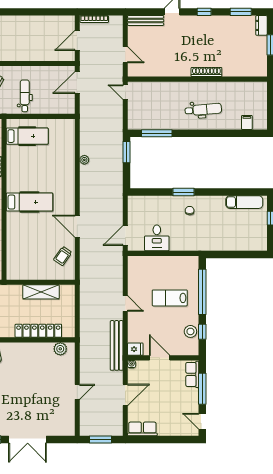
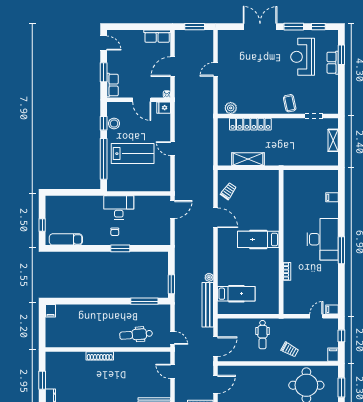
dental chair: (203, 110) -> (136, 334), moved
filing cabinet: (247, 122) -> (50, 311), moved
hospital bed: (27, 136) -> (236, 294), moved, turned 180
desk: (157, 238) -> (119, 207), moved, width x1.37
lab bench: (170, 298) -> (133, 154), width x1.36, depth x1.39
bench: (117, 345) -> (208, 305), moved
window: (202, 389) -> (104, 72), width x0.69

